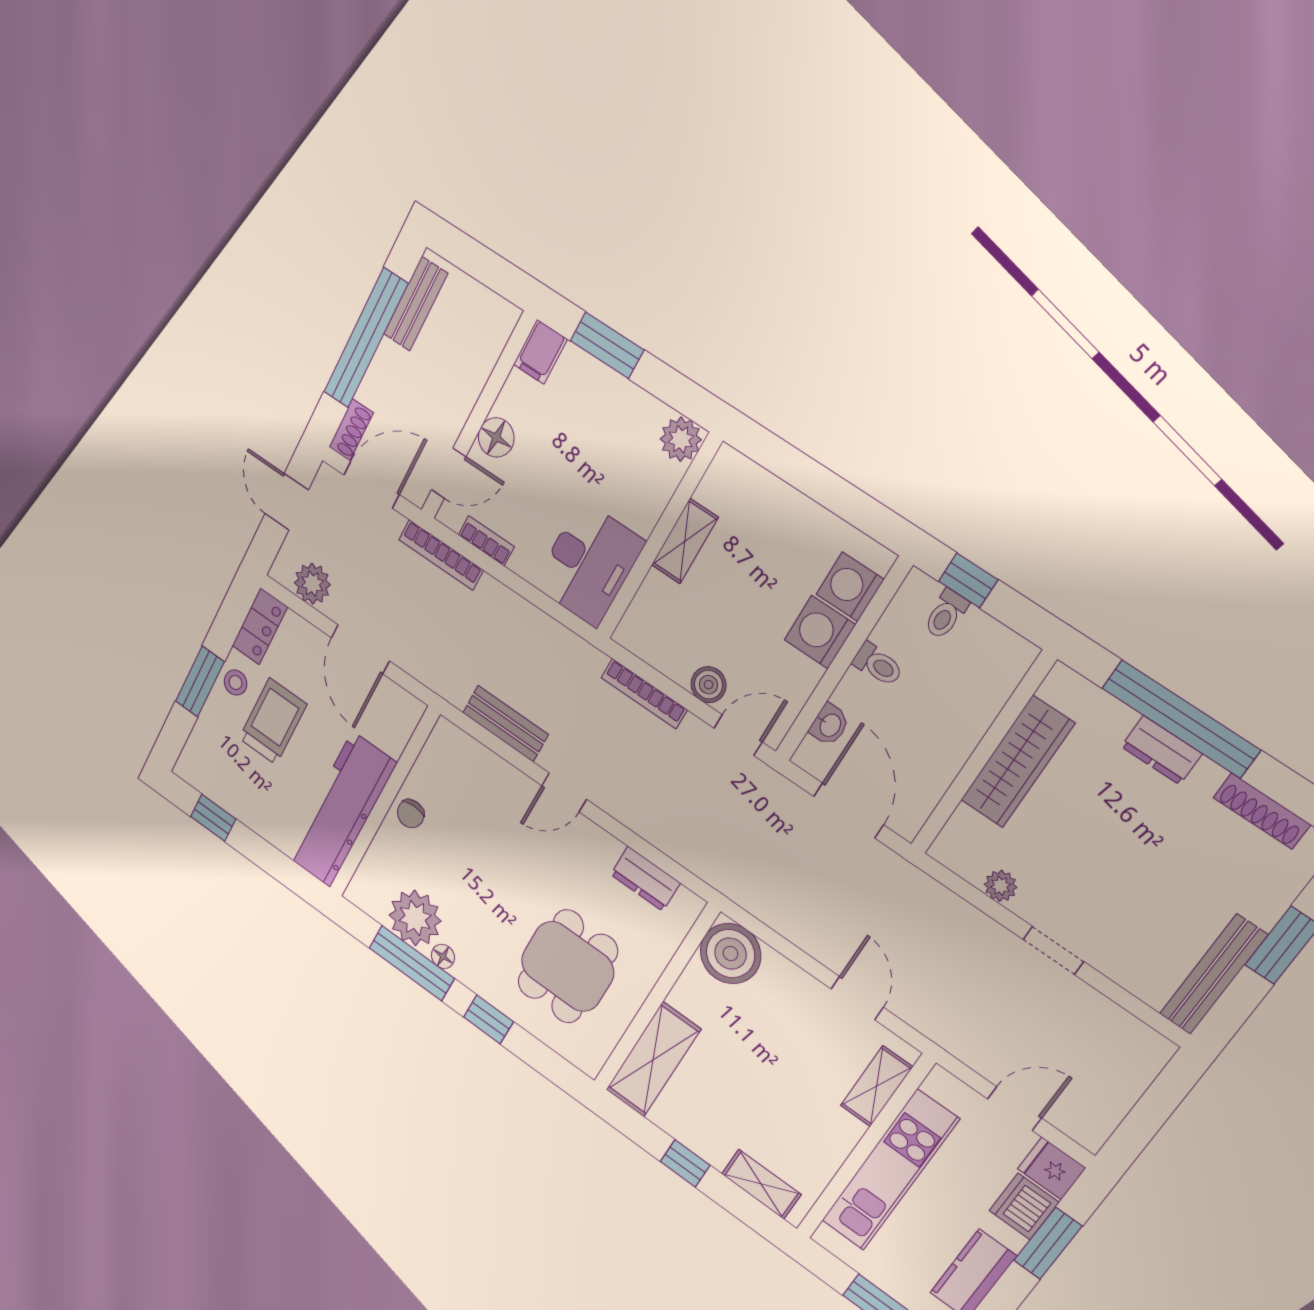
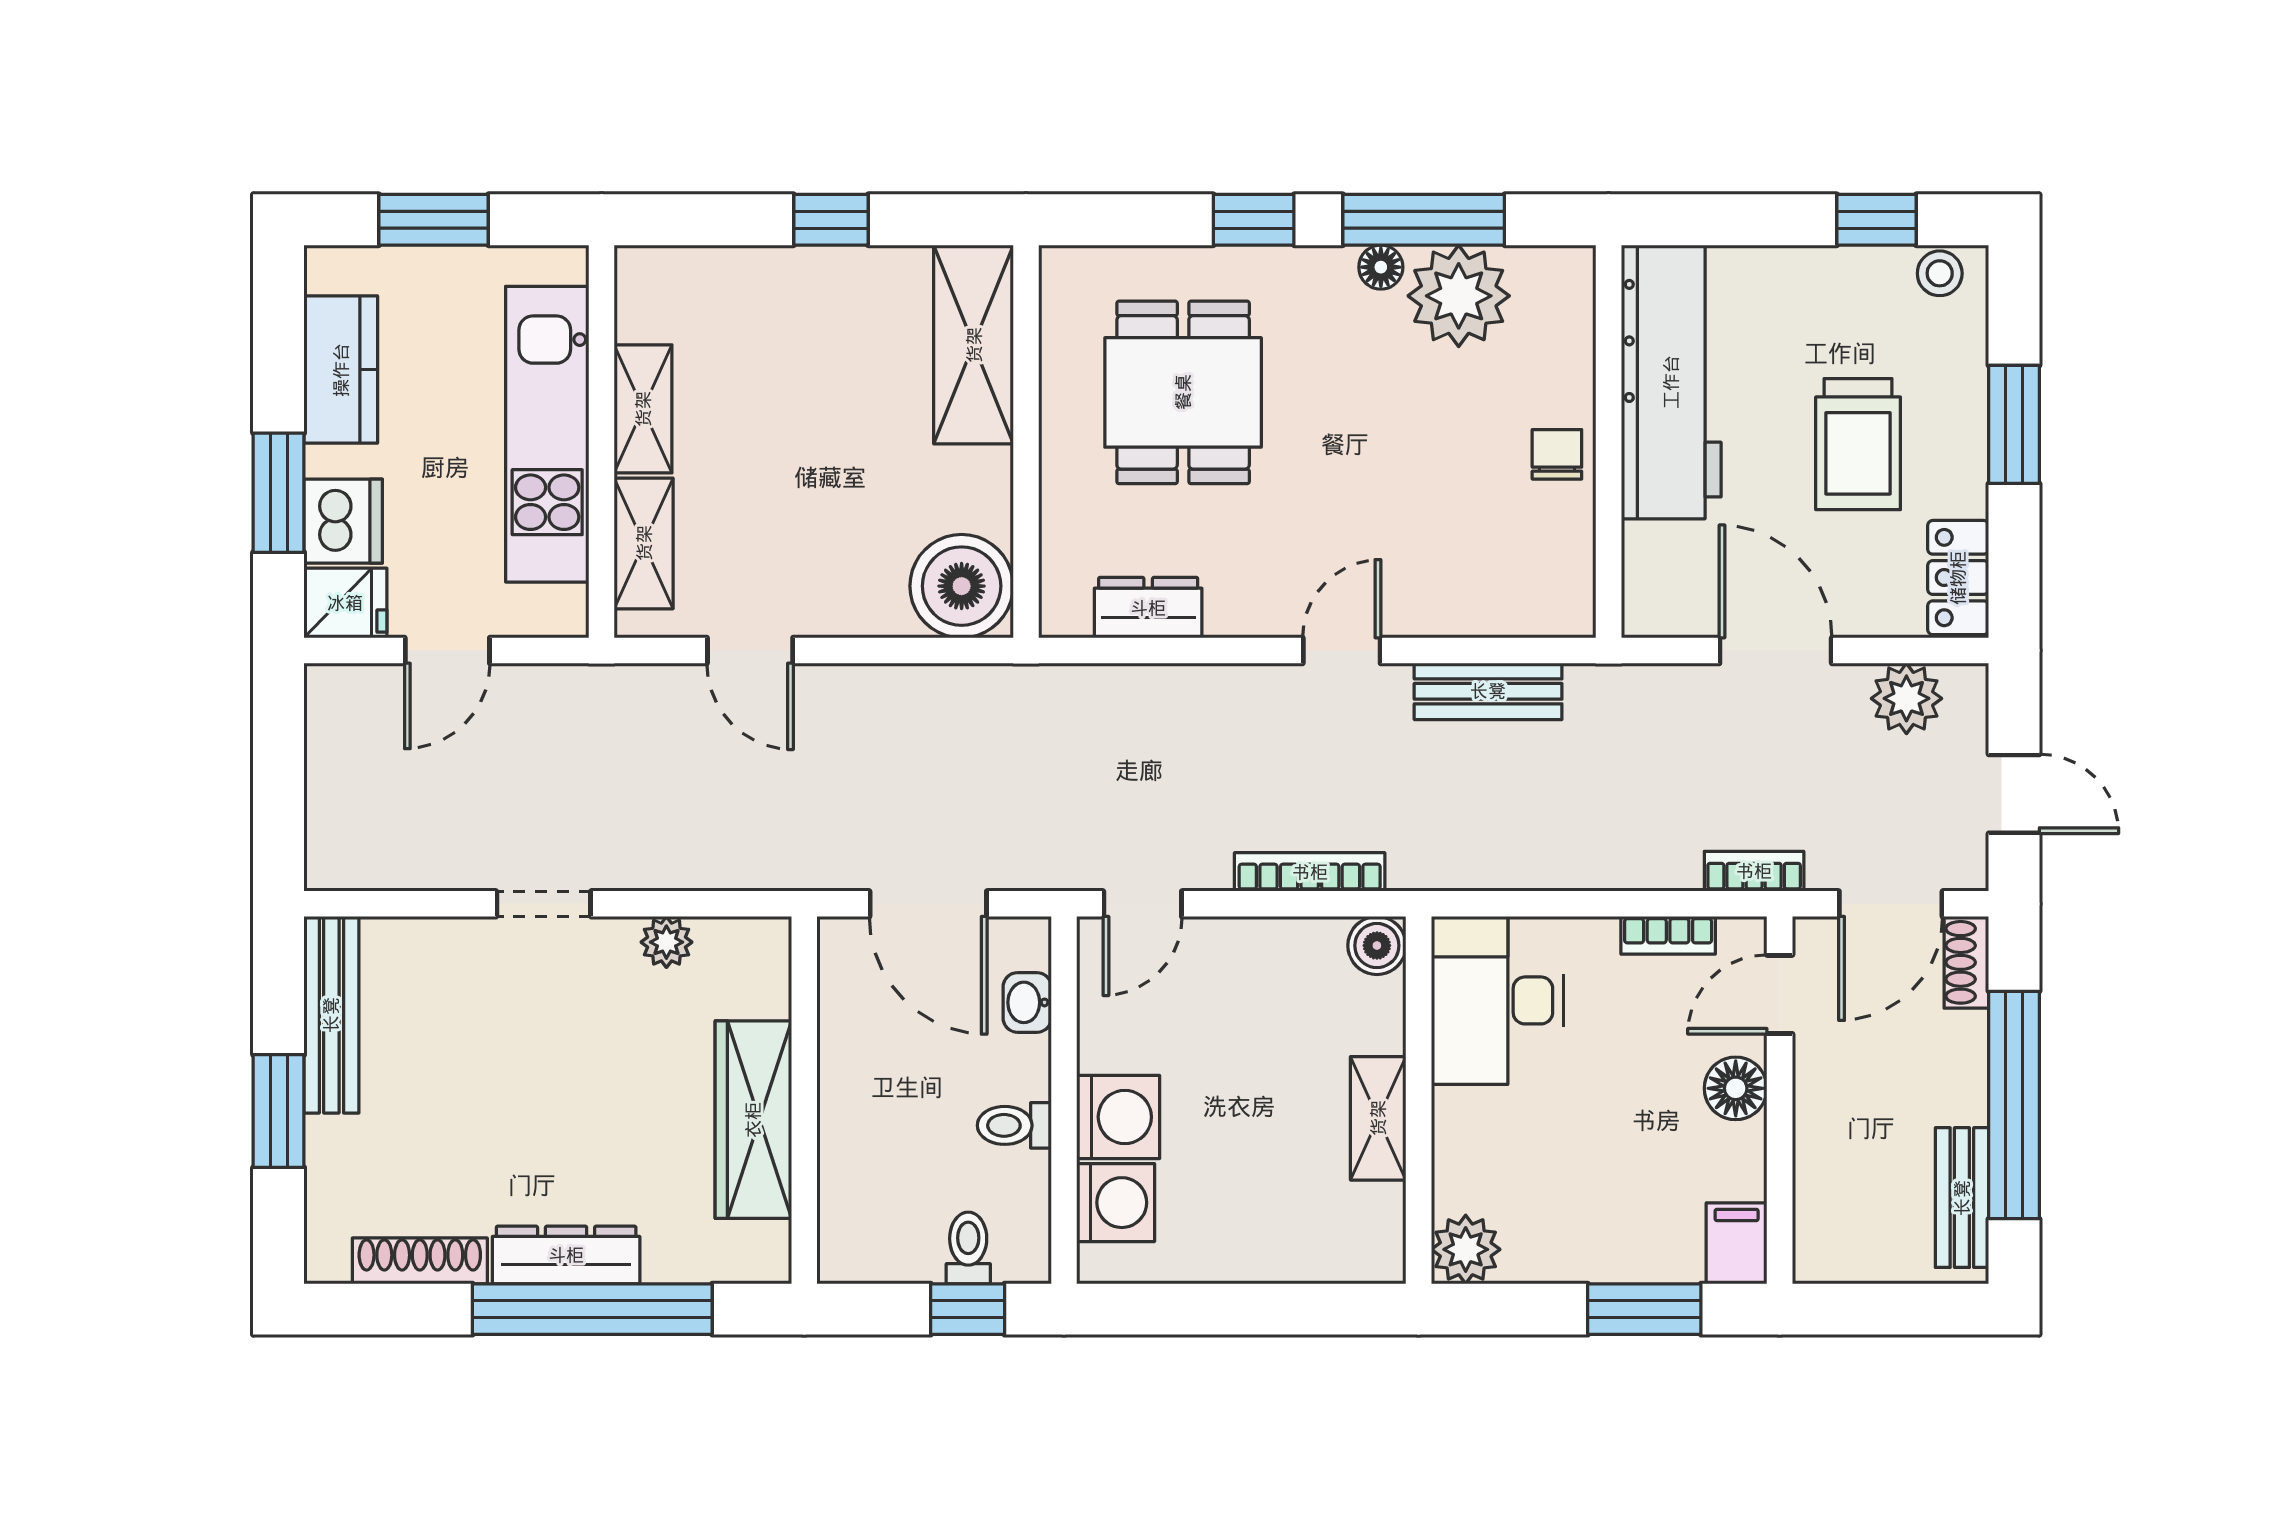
bookcase: (441, 555) -> (1754, 871), width x0.64
stool: (236, 683) -> (1940, 273), moved
boiler: (708, 685) -> (1377, 946), moved
dresser: (1162, 750) -> (566, 1255), width x1.44
shelving: (761, 1184) -> (643, 409), moved, turned 90

